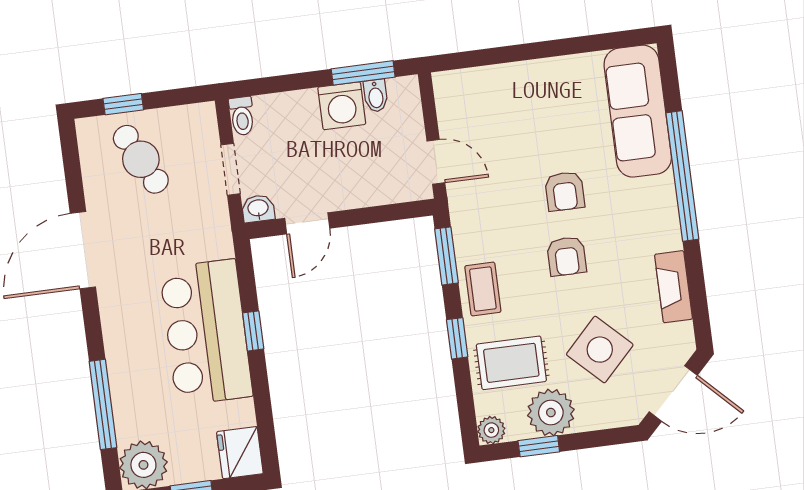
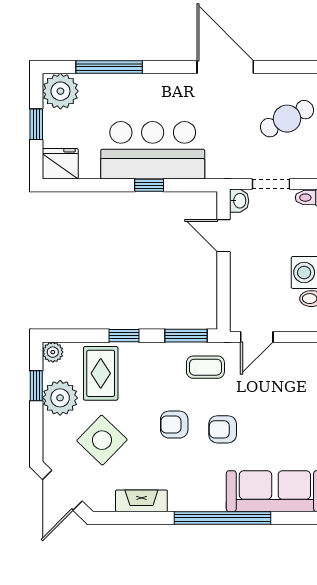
coffee table: (483, 289) -> (205, 367), moved

